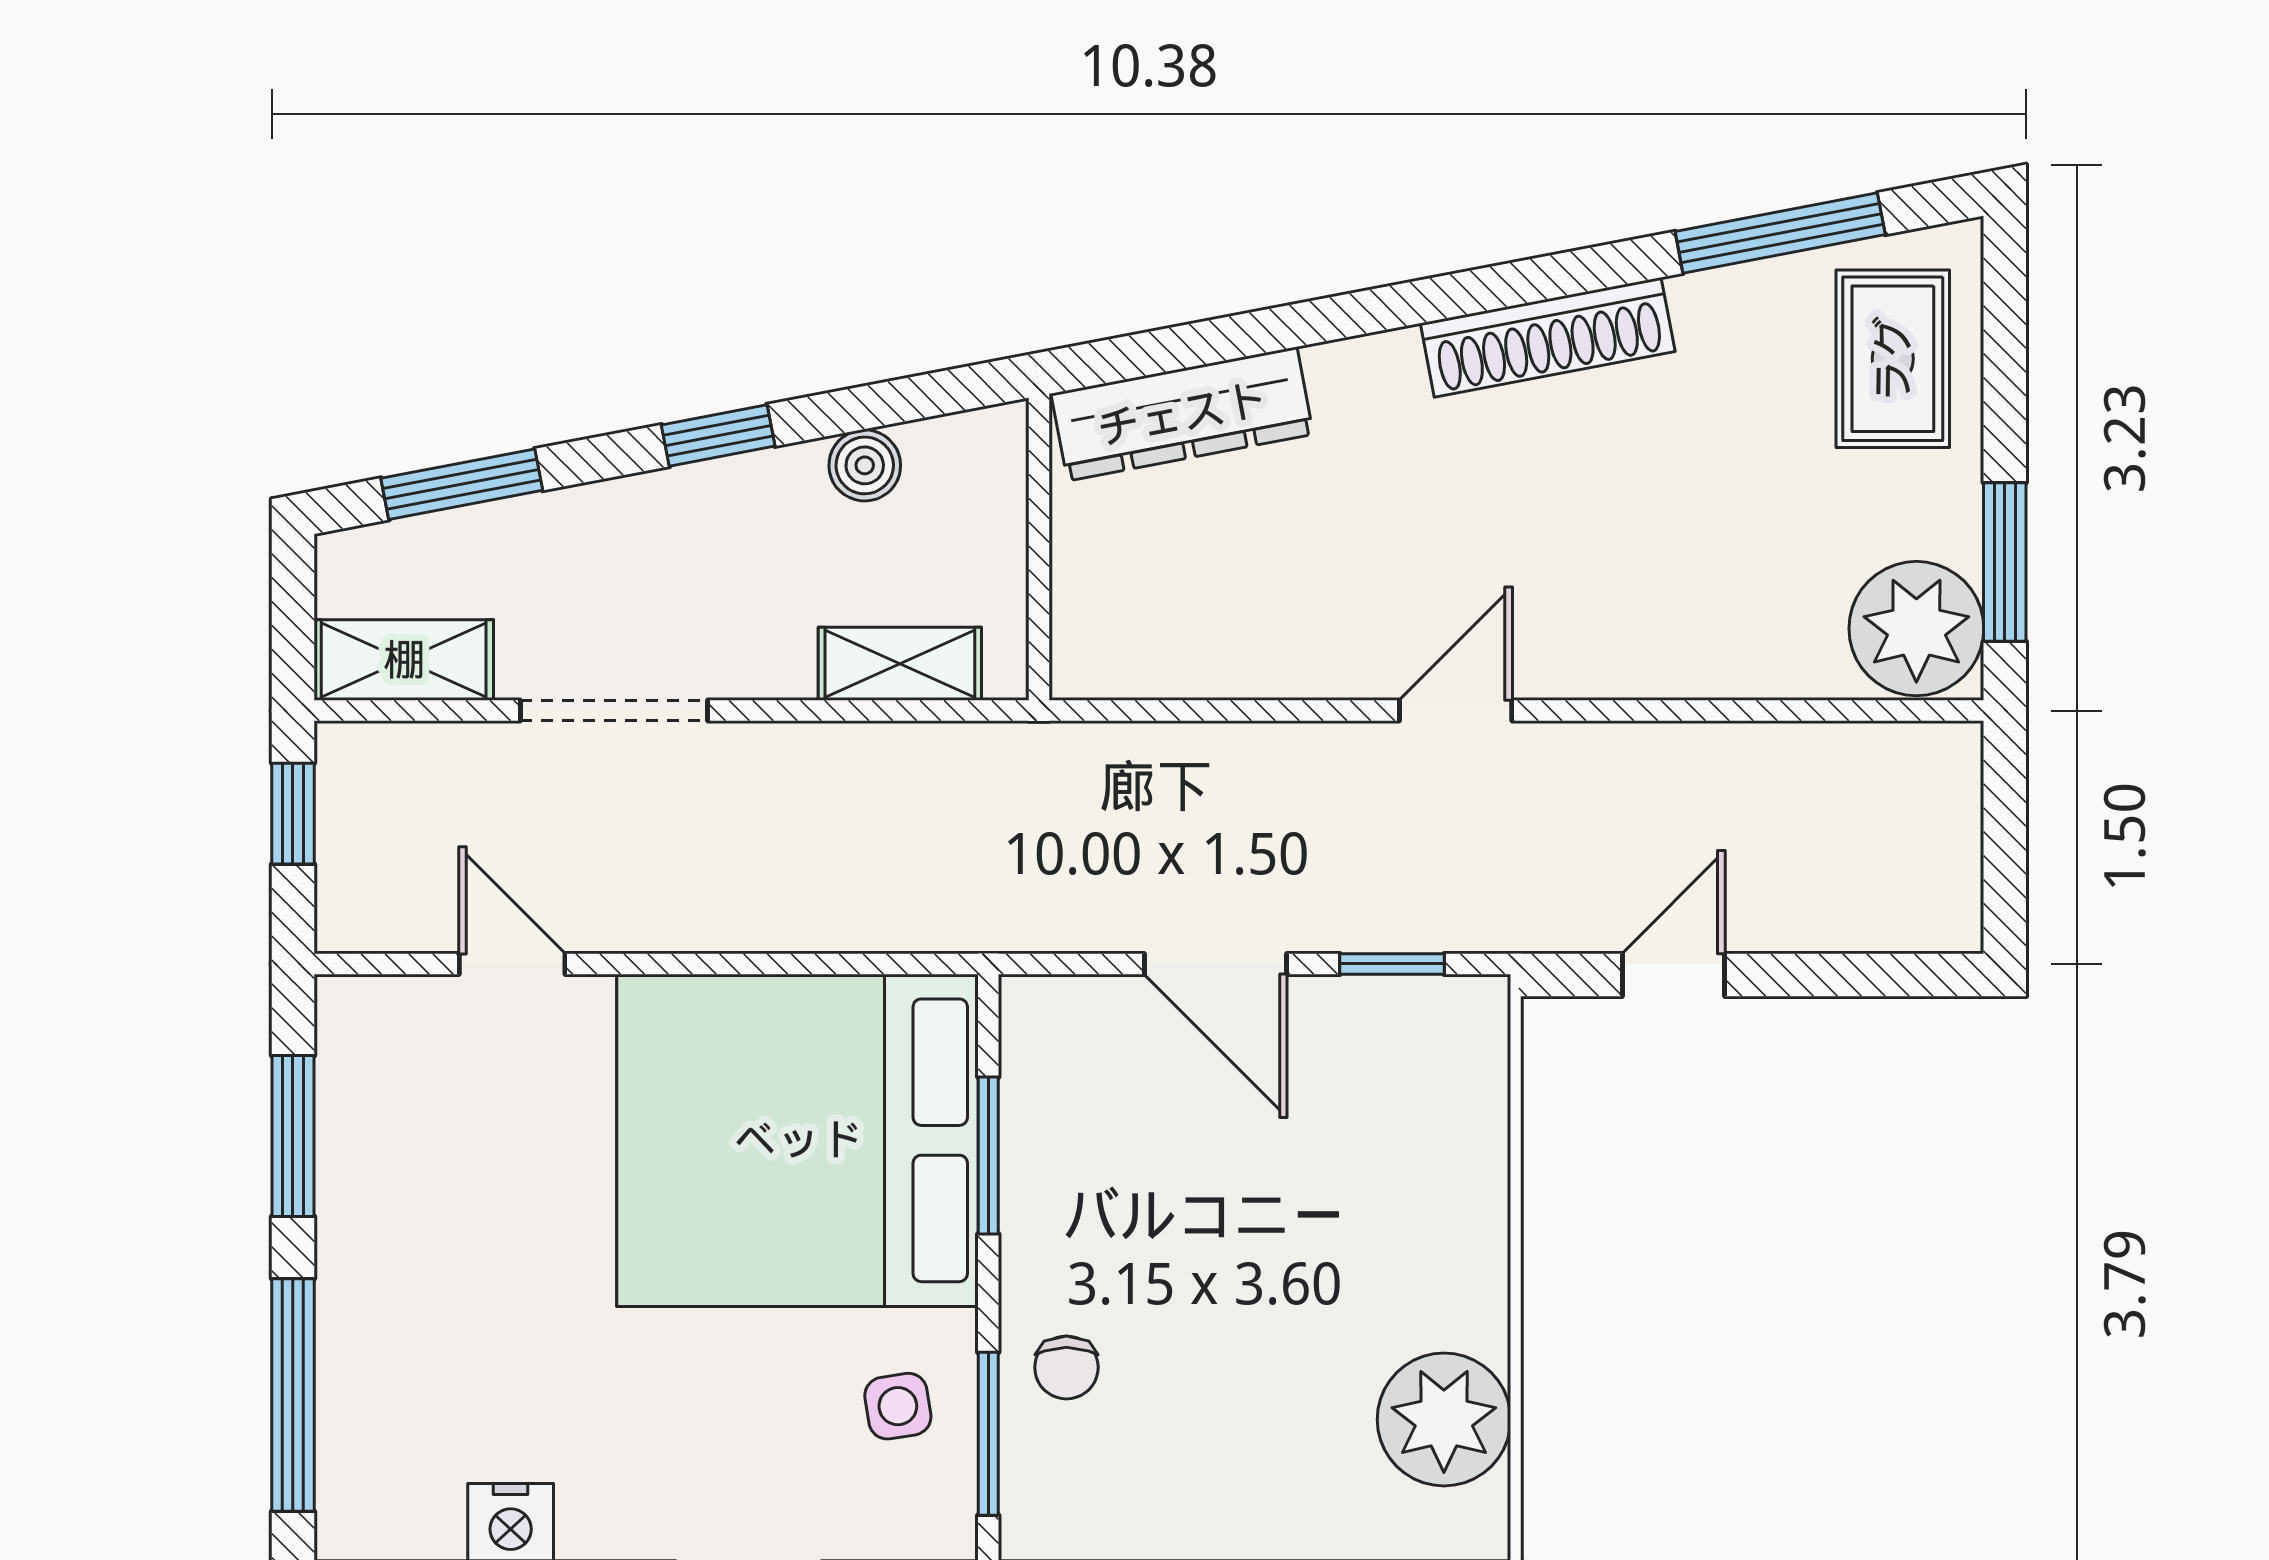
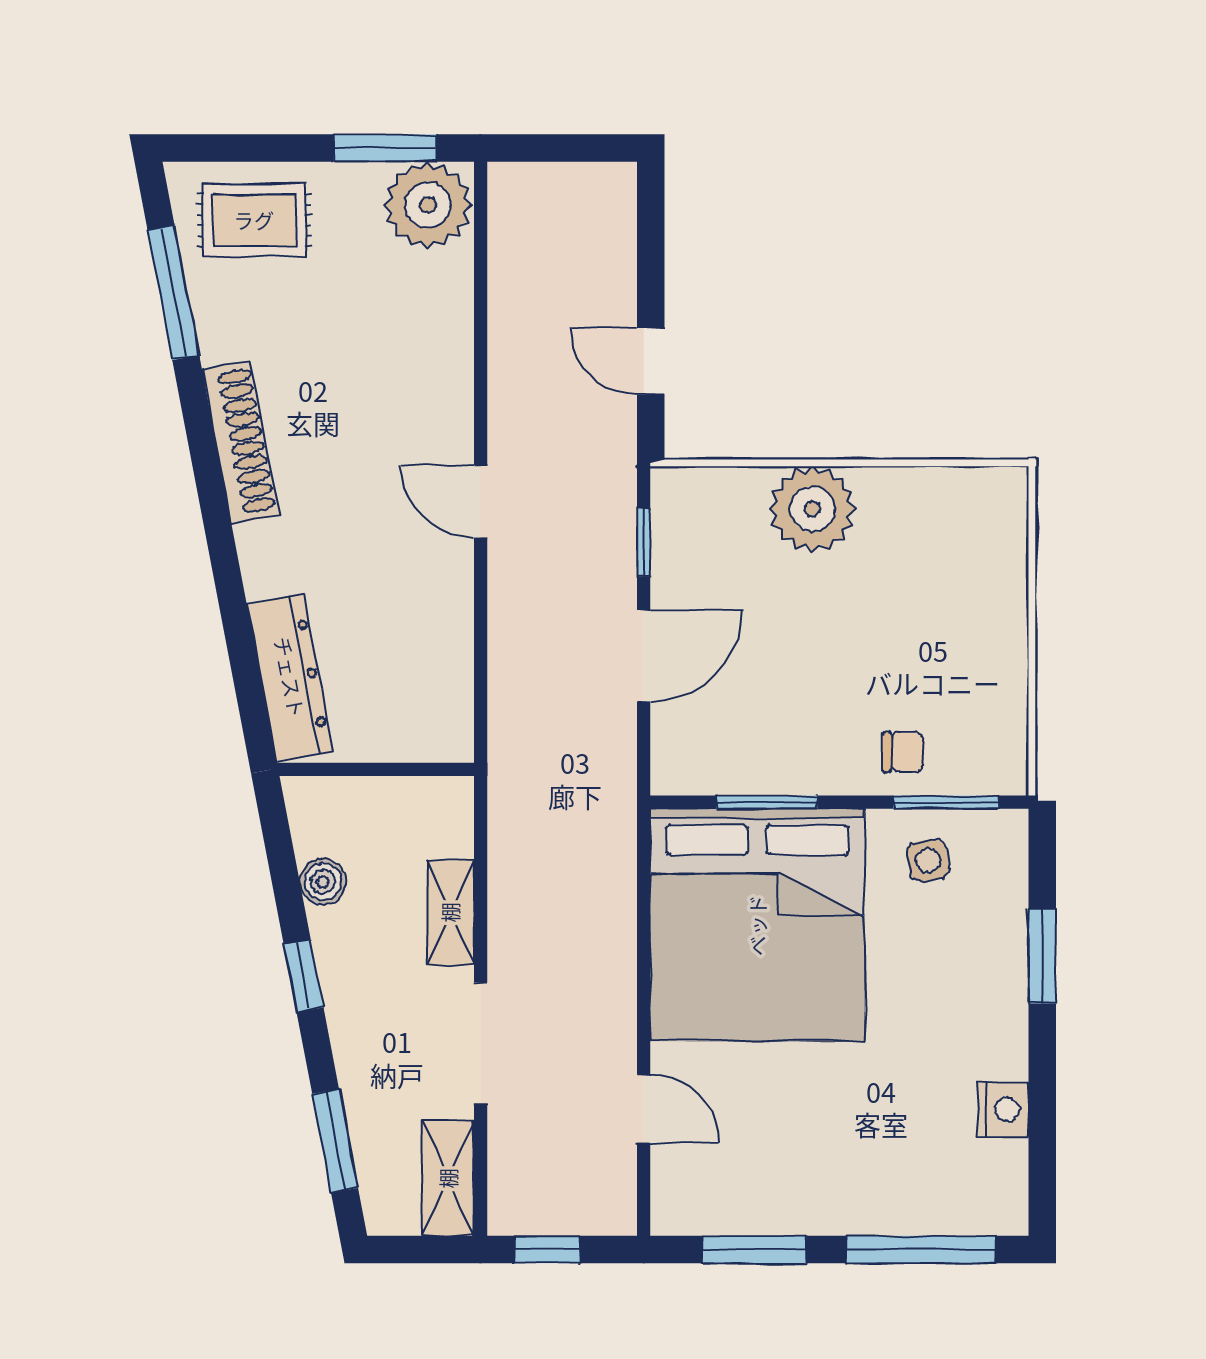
shelving: (900, 664) -> (450, 912), moved
door: (512, 964) -> (644, 1108), swing flipped
plant: (1444, 1419) -> (812, 509), moved

